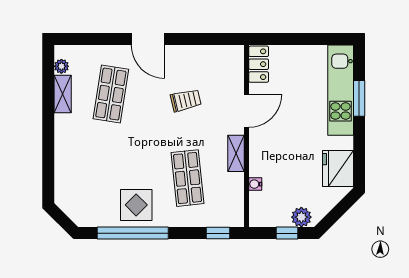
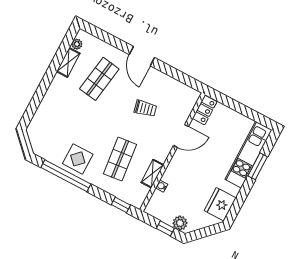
shelving: (236, 153) -> (152, 174), moved

